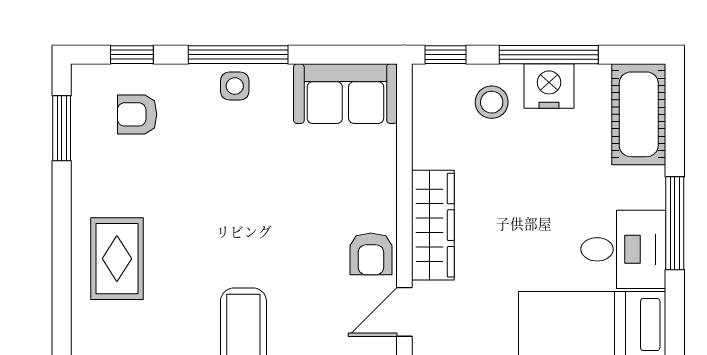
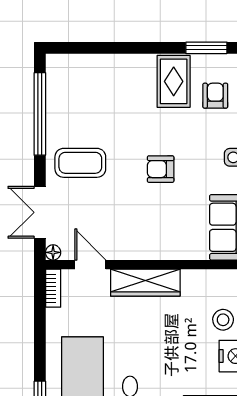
armchair: (371, 254) -> (161, 169), moved
rug: (117, 259) -> (174, 81), moved, turned 90

